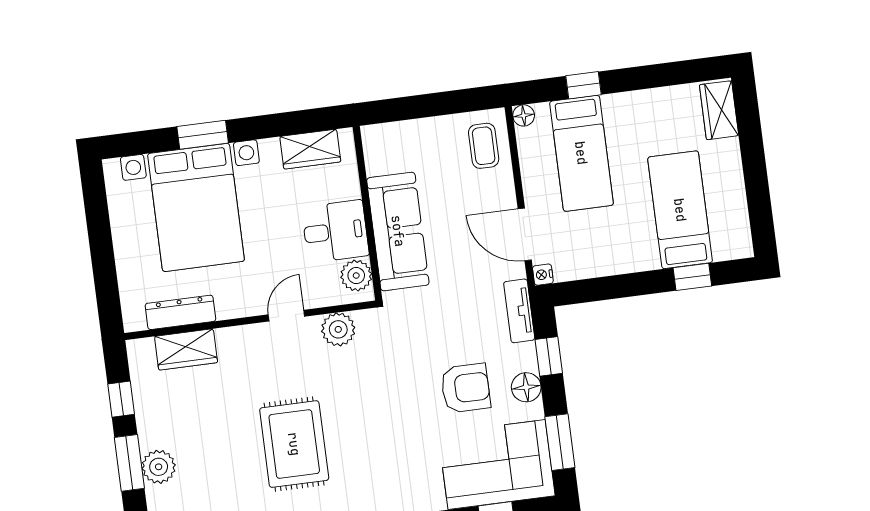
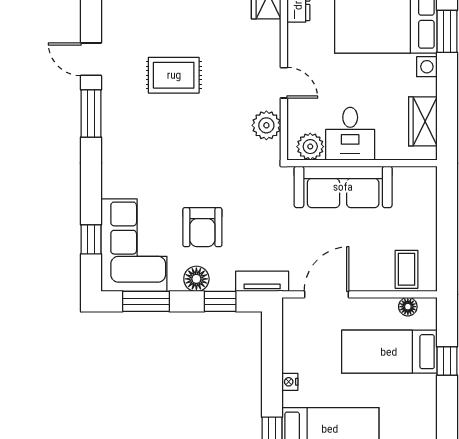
floor lamp: (524, 115) -> (408, 307), moved
coffee table: (484, 146) -> (407, 269), turned 90
nightstand: (543, 275) -> (290, 382), moved, turned -90
rug: (294, 444) -> (174, 75), width x0.73, depth x0.70

